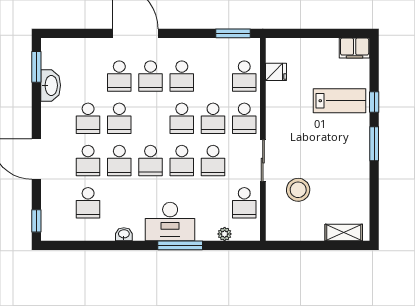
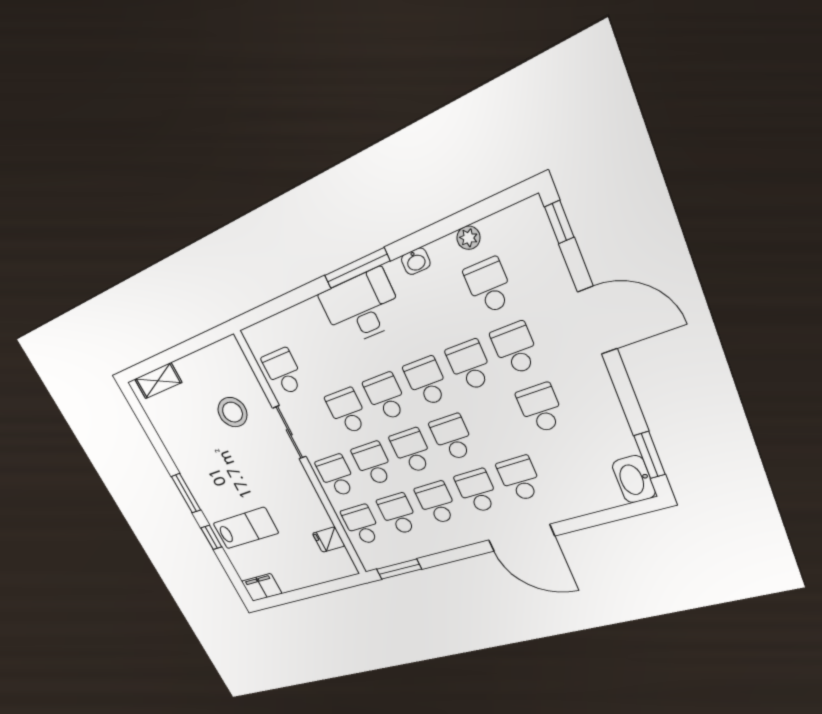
school desk: (213, 76) -> (398, 514), added
washbasin: (51, 85) -> (634, 479), moved
lab bench: (339, 101) -> (246, 528), turned 180
school desk: (119, 118) -> (452, 437), moved
plant: (225, 234) -> (468, 238), moved
window: (180, 245) -> (357, 268), moved

